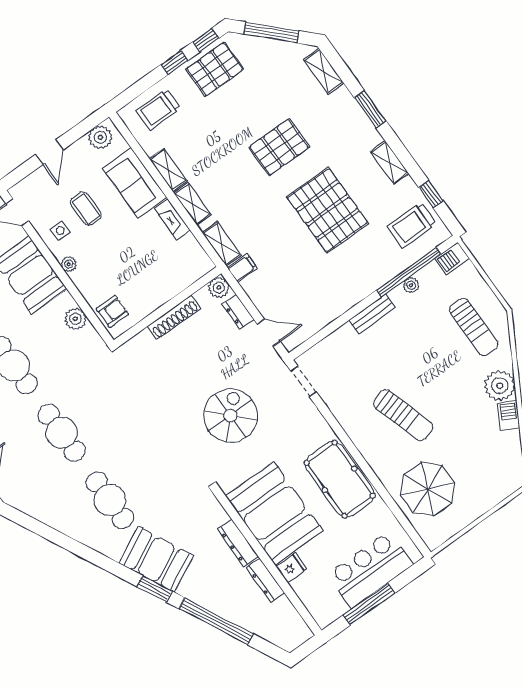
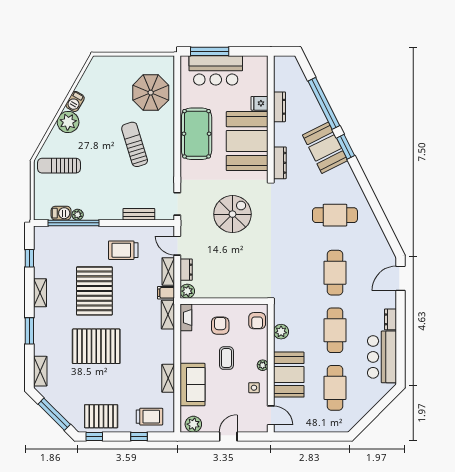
window: (174, 63) -> (139, 436), moved
pallet: (279, 147) -> (96, 346), width x1.37, depth x1.41
shelving: (192, 204) -> (168, 271), moved
coffee table: (86, 209) -> (226, 358), moved
fireplace: (172, 219) -> (186, 317), moved
trolley: (412, 225) -> (123, 250), moved, turned 180
barbecue: (452, 258) -> (61, 213), moved
armchair: (152, 275) -> (220, 326), added
armchair: (112, 311) -> (257, 321), turned -90
bench: (372, 314) -> (139, 214), moved
shoe rack: (174, 317) -> (225, 293), removed
sun lounger: (474, 327) -> (59, 166), turned -90
spiral stairs: (230, 416) -> (232, 214), turned 180
cafe table: (110, 500) -> (335, 215), turned 90
dresser: (238, 543) -> (280, 163), moved
booth: (156, 559) -> (325, 148), moved
window: (369, 604) -> (210, 51), moved

